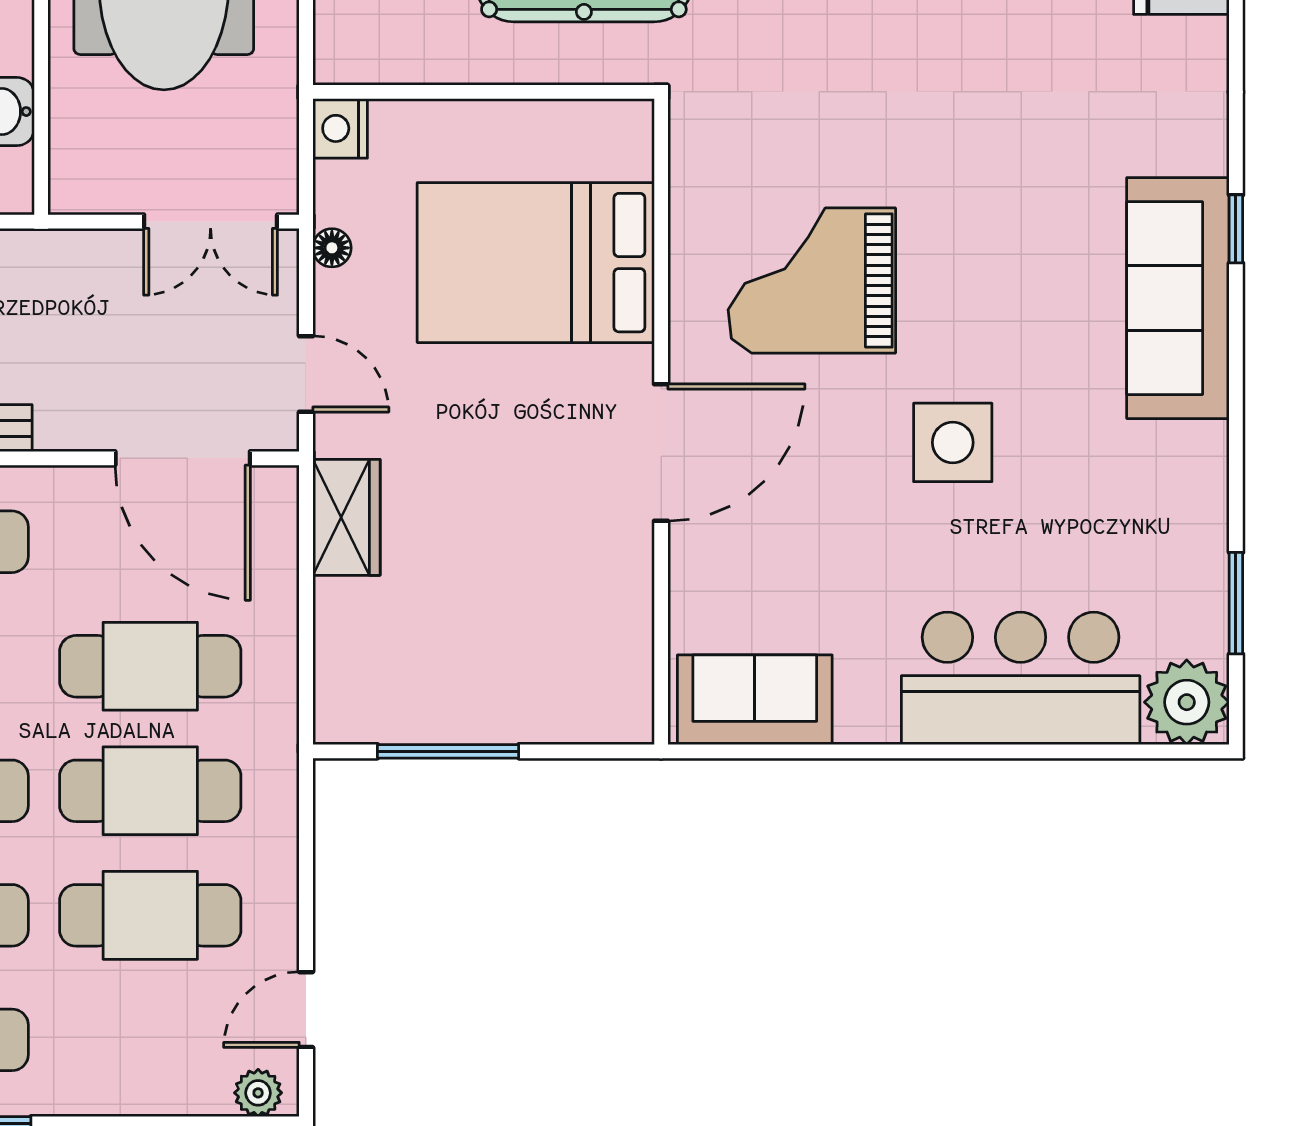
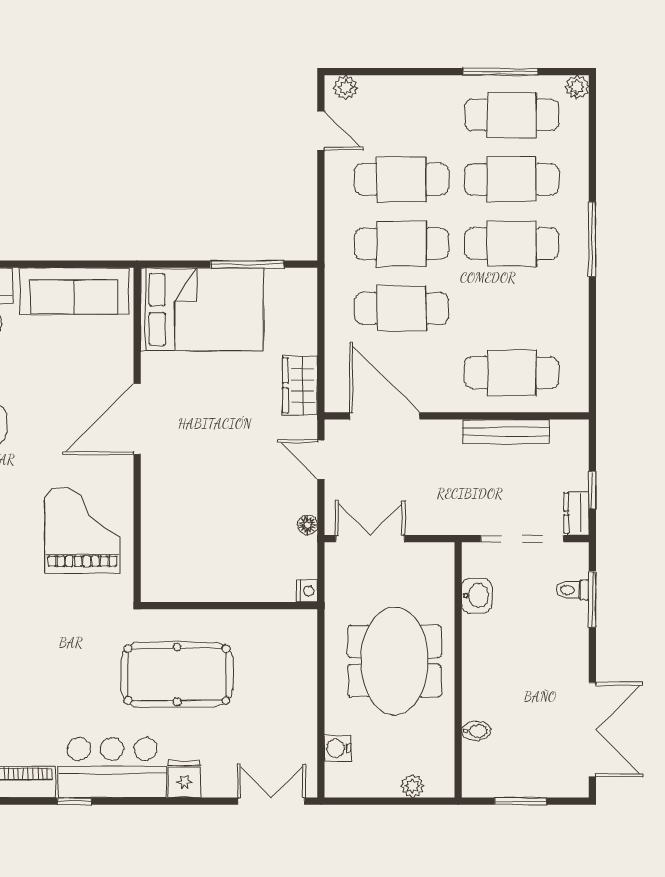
nightstand: (340, 128) -> (307, 591), width x0.72, depth x0.74
bed: (536, 263) -> (202, 309), moved
grand piano: (812, 280) -> (82, 530), moved, turned -90
sofa: (755, 700) -> (74, 291), width x1.36
door: (306, 1010) -> (321, 131), hinge flipped

